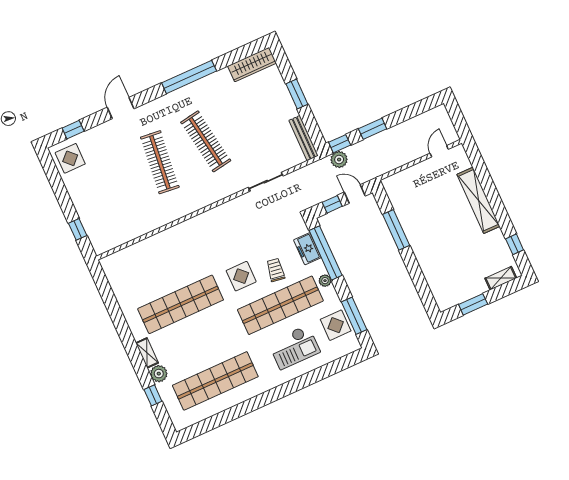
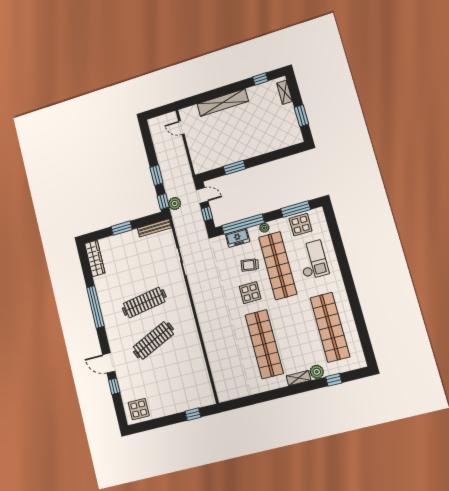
window: (73, 130) -> (114, 386), moved
clothes rail: (160, 162) -> (153, 340), turned -30
door: (355, 194) -> (202, 195), swing flipped
window: (396, 230) -> (234, 168), width x0.69

